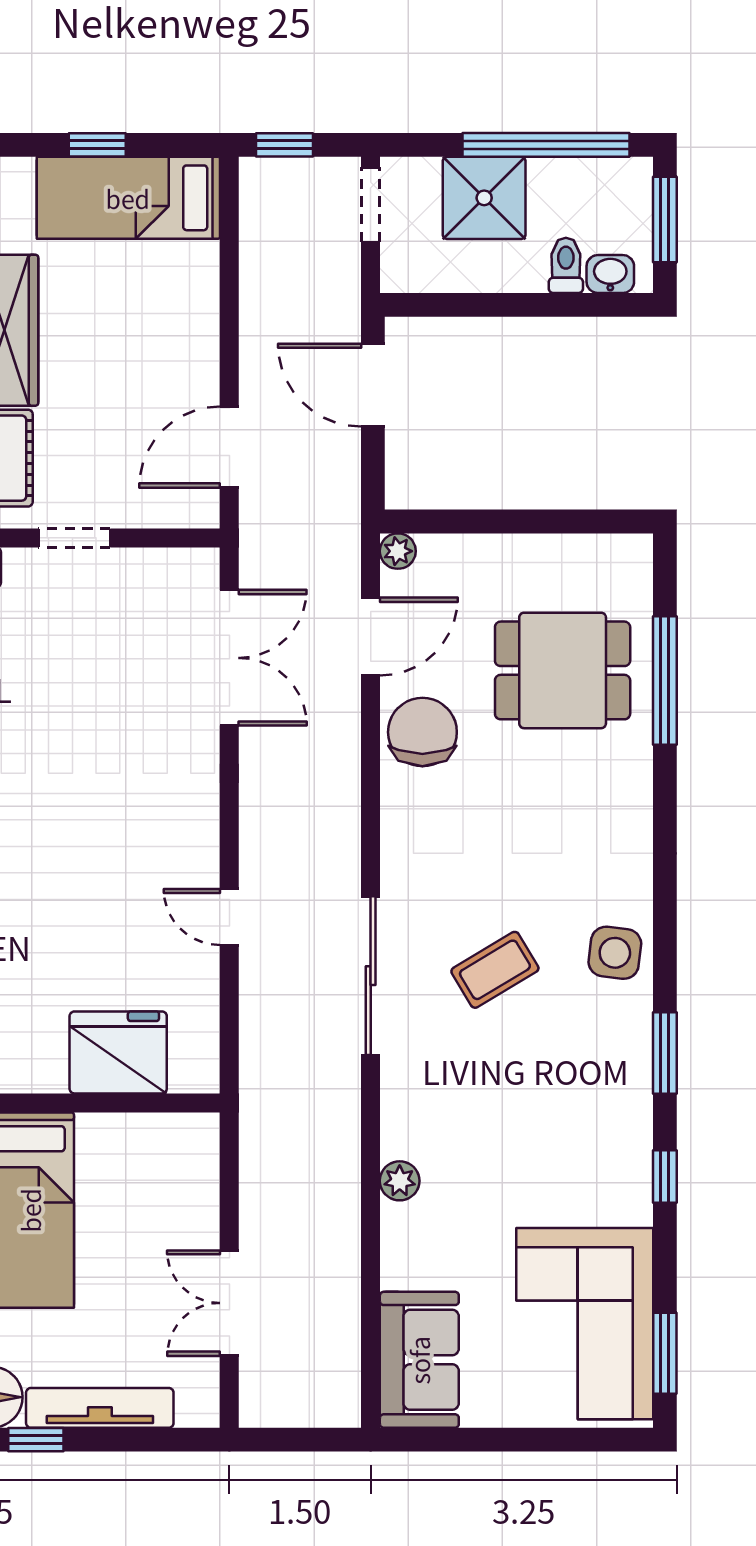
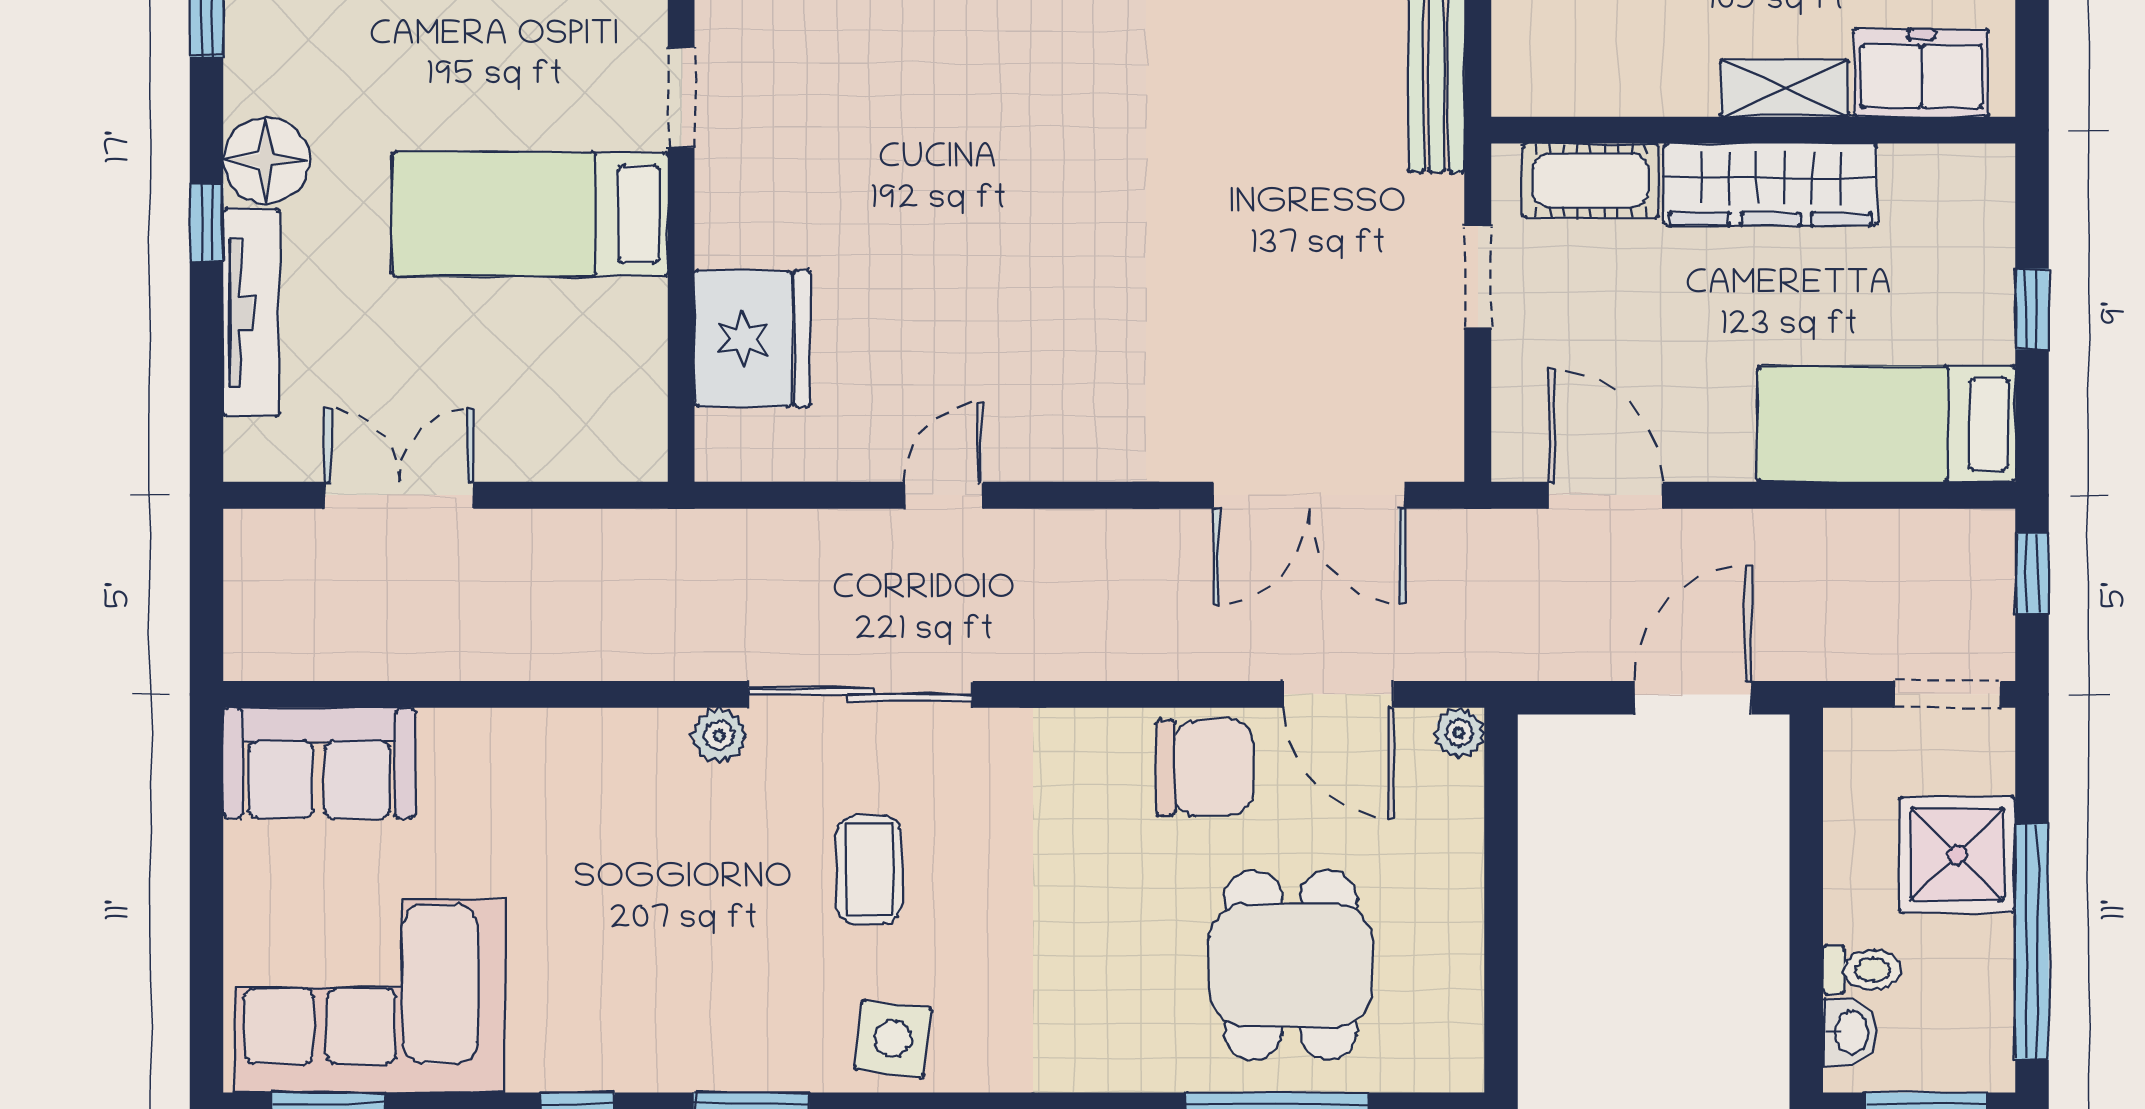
bed: (128, 198) -> (1886, 424), moved, turned -90
coffee table: (495, 970) -> (869, 870), turned 31
plant: (400, 1181) -> (719, 735), moved

